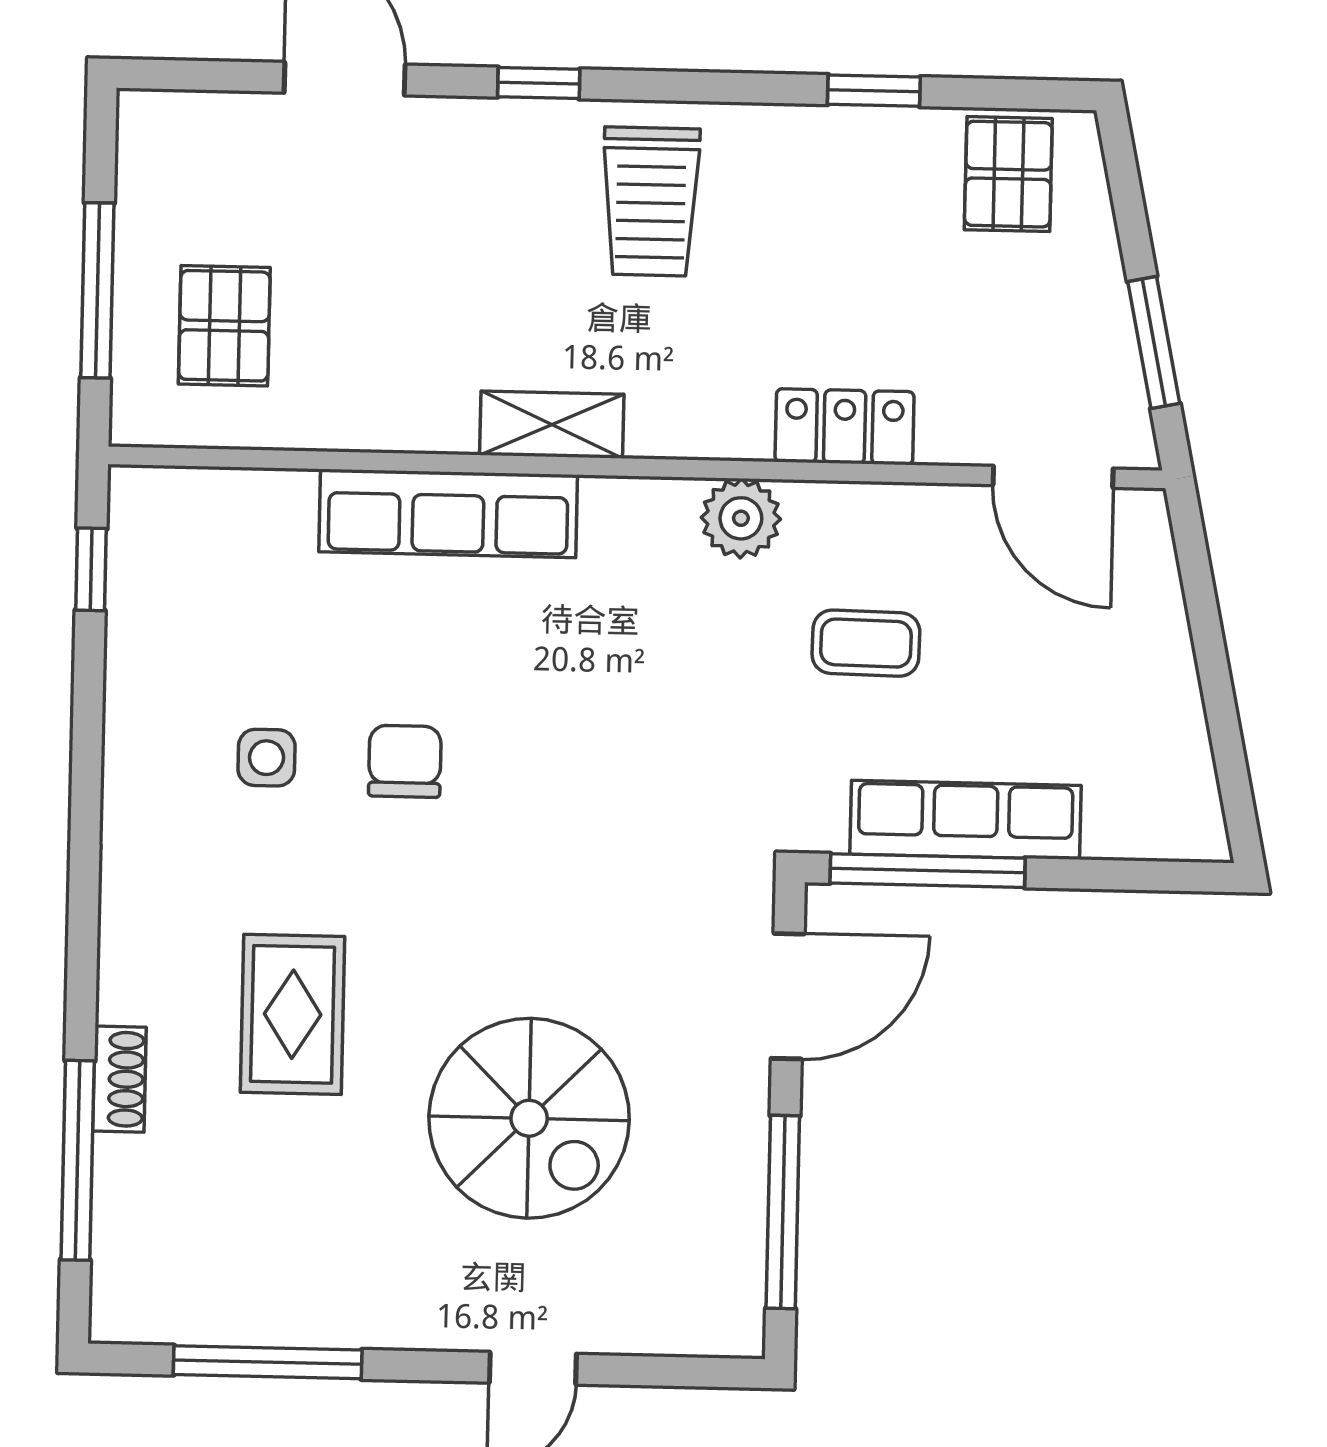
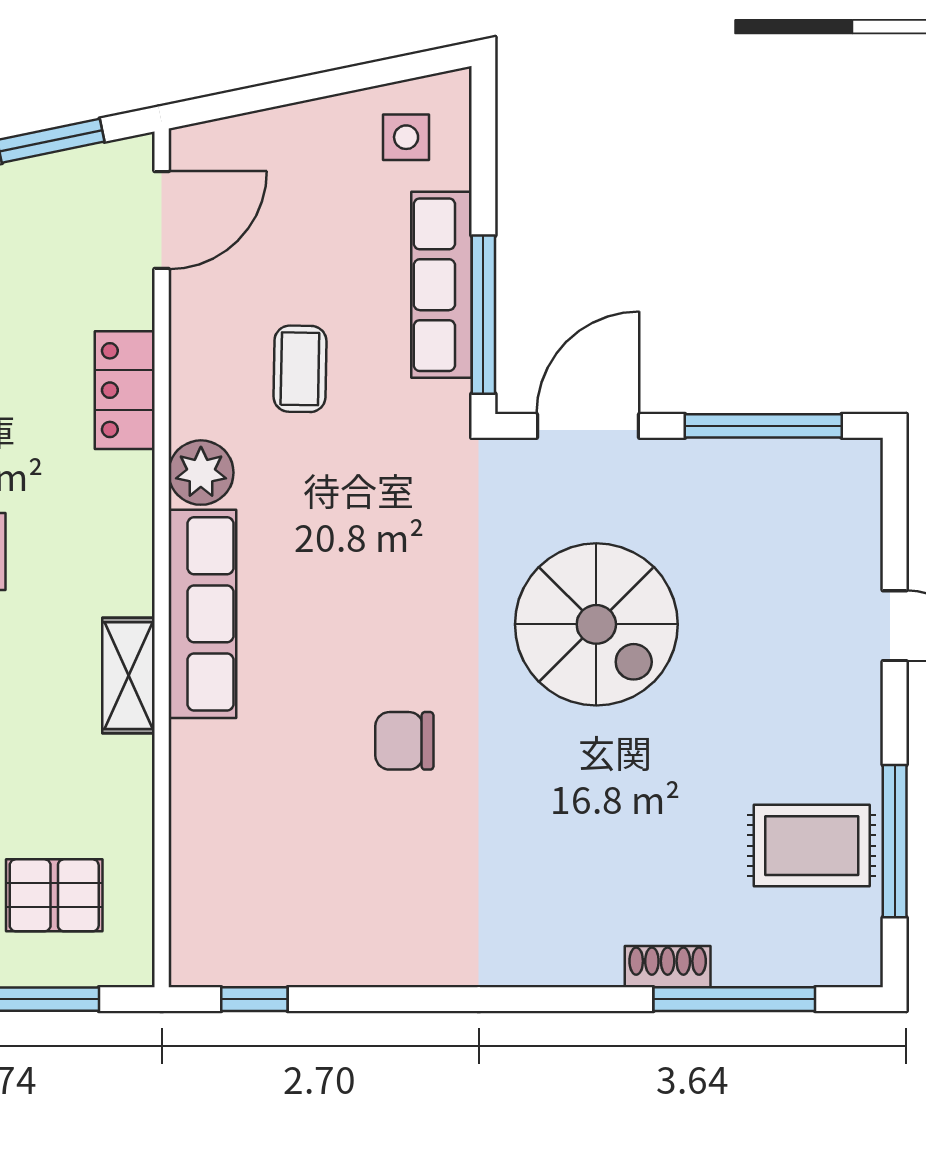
shelving: (552, 425) -> (128, 676), moved
row of seats: (448, 513) -> (202, 614), moved
side table: (267, 758) -> (406, 137), moved
door: (788, 996) -> (588, 426), hinge flipped
rug: (293, 1014) -> (812, 846), moved
spiral stairs: (529, 1118) -> (596, 624), moved, turned 90

